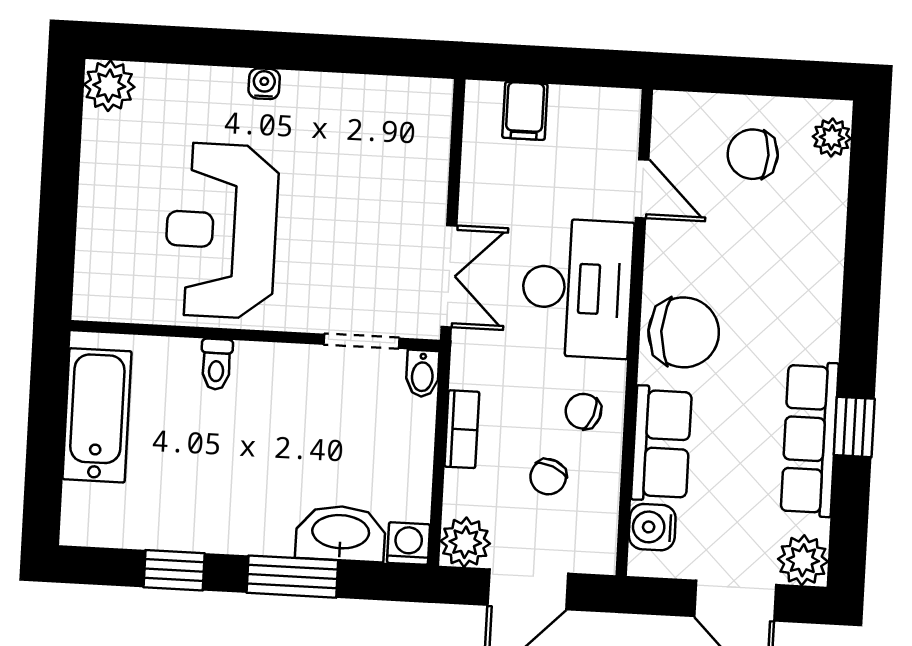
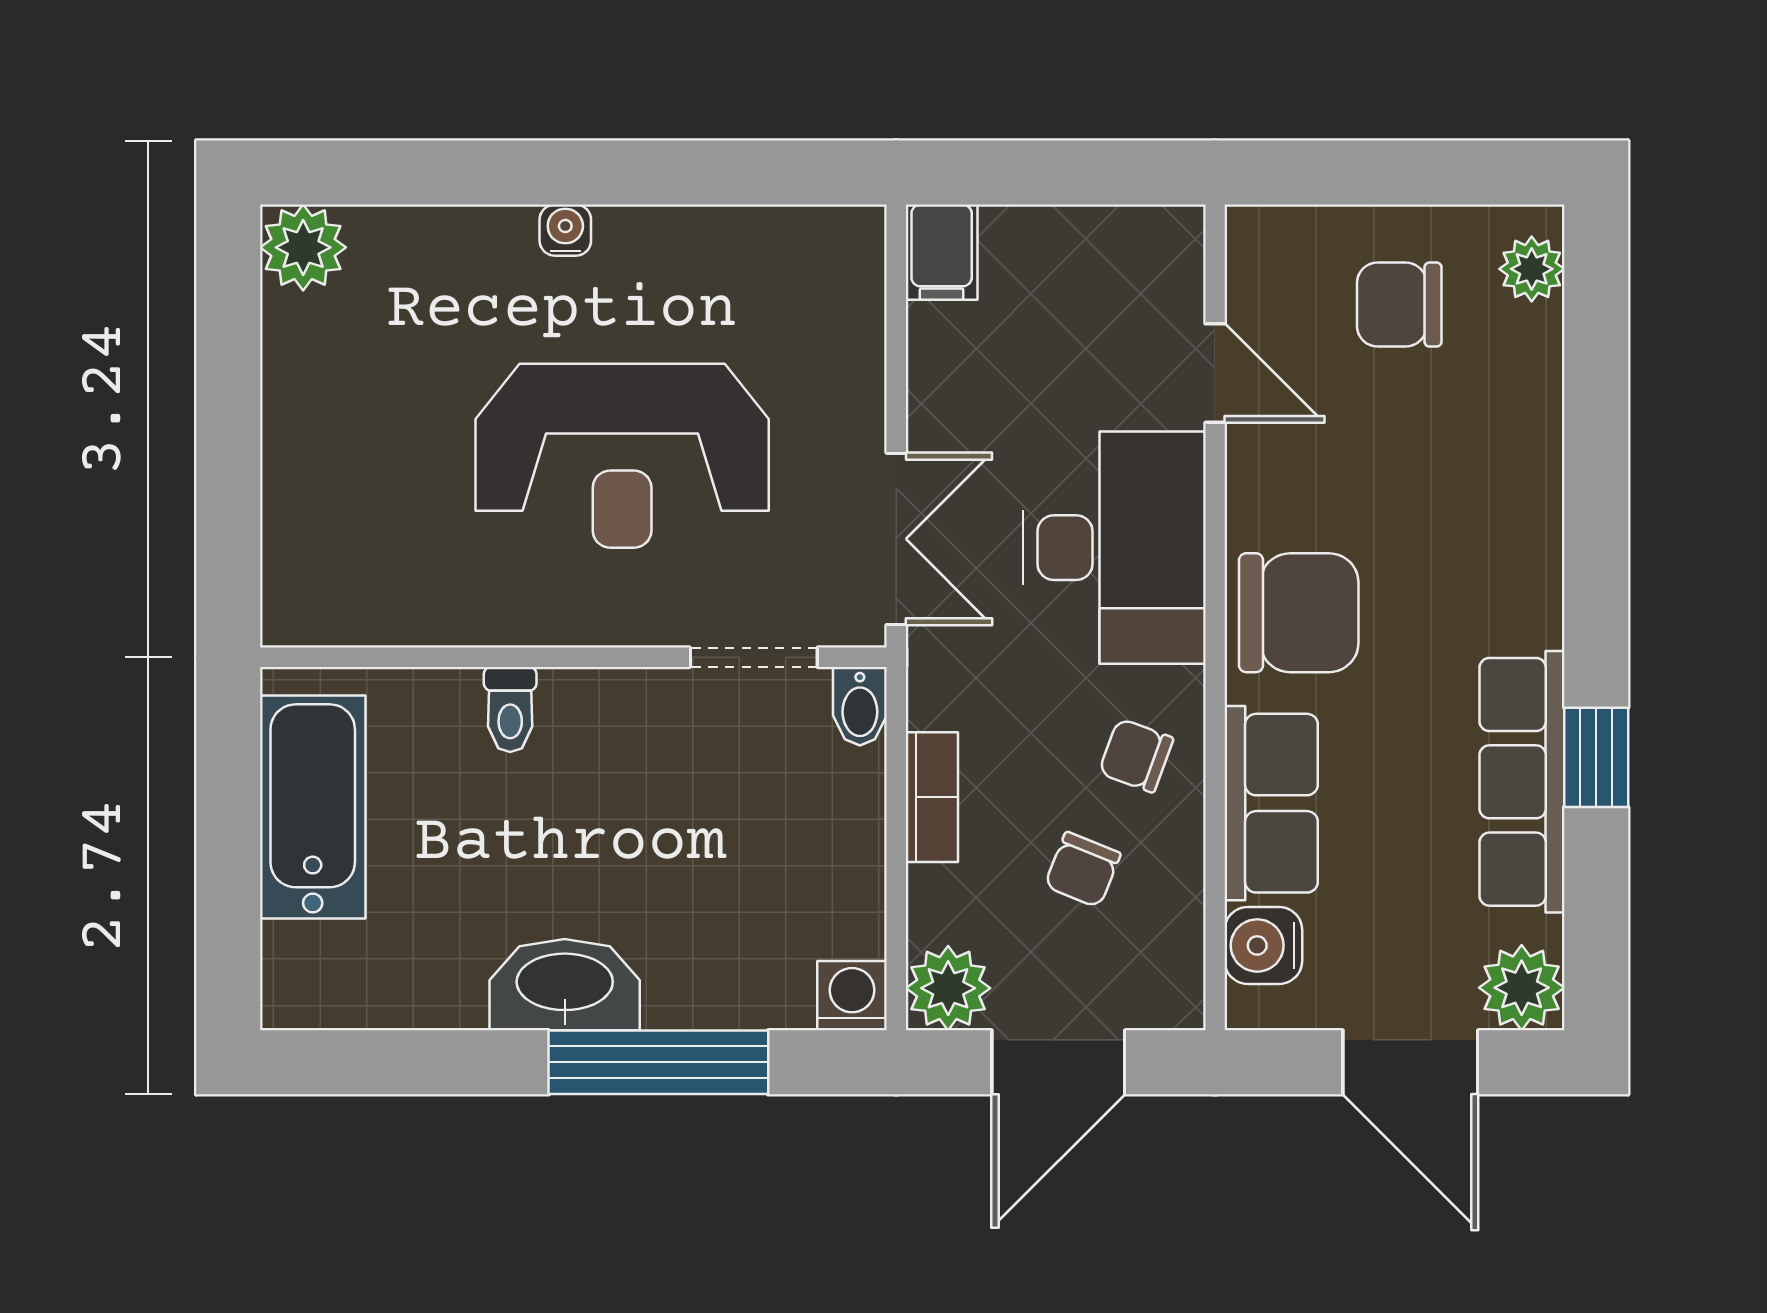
filing cabinet: (525, 111) -> (942, 252), moved
reception desk: (221, 231) -> (622, 456), moved, turned -90
washbasin: (341, 533) -> (565, 985), moved
window: (174, 570) -> (457, 1062), removed
window: (292, 577) -> (658, 1062), width x1.44

